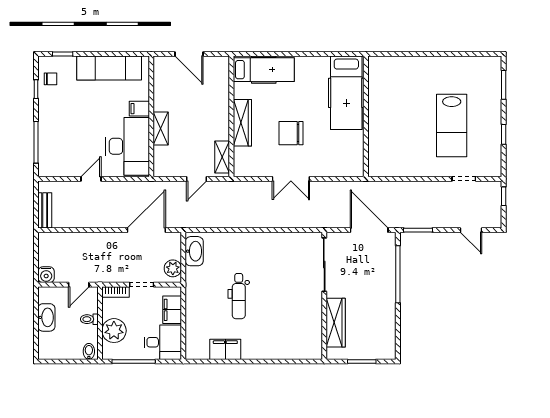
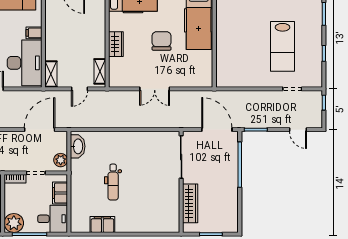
wardrobe: (242, 123) -> (116, 44), width x0.67
shelving: (161, 128) -> (51, 74), moved
chair: (291, 133) -> (162, 41), moved, turned 90
plant: (114, 331) -> (14, 223), moved

